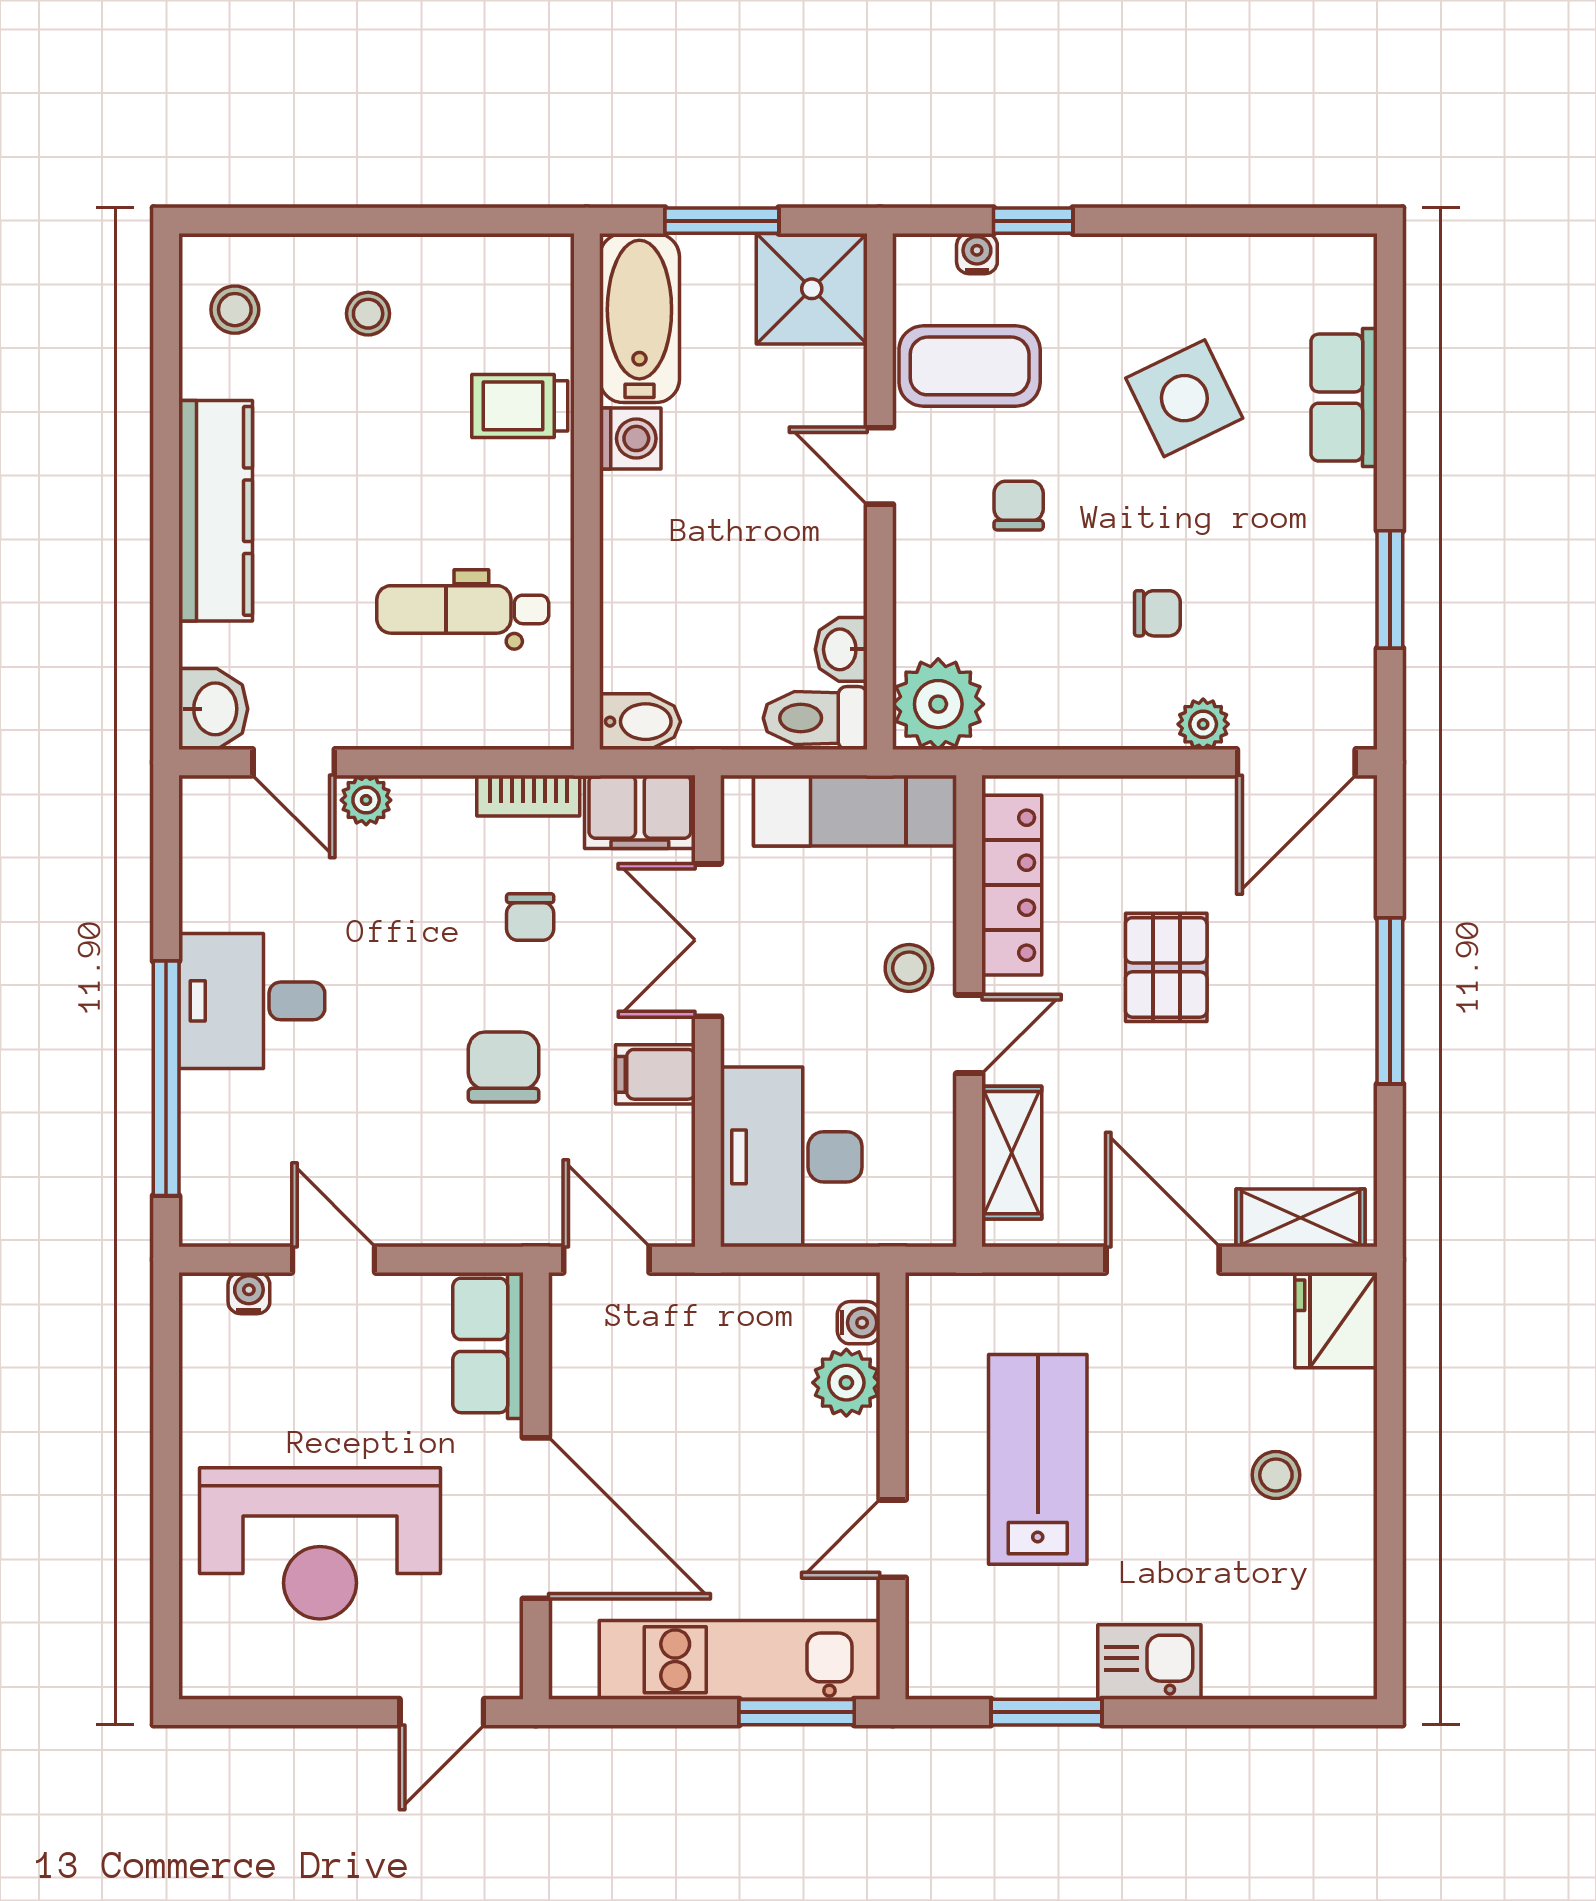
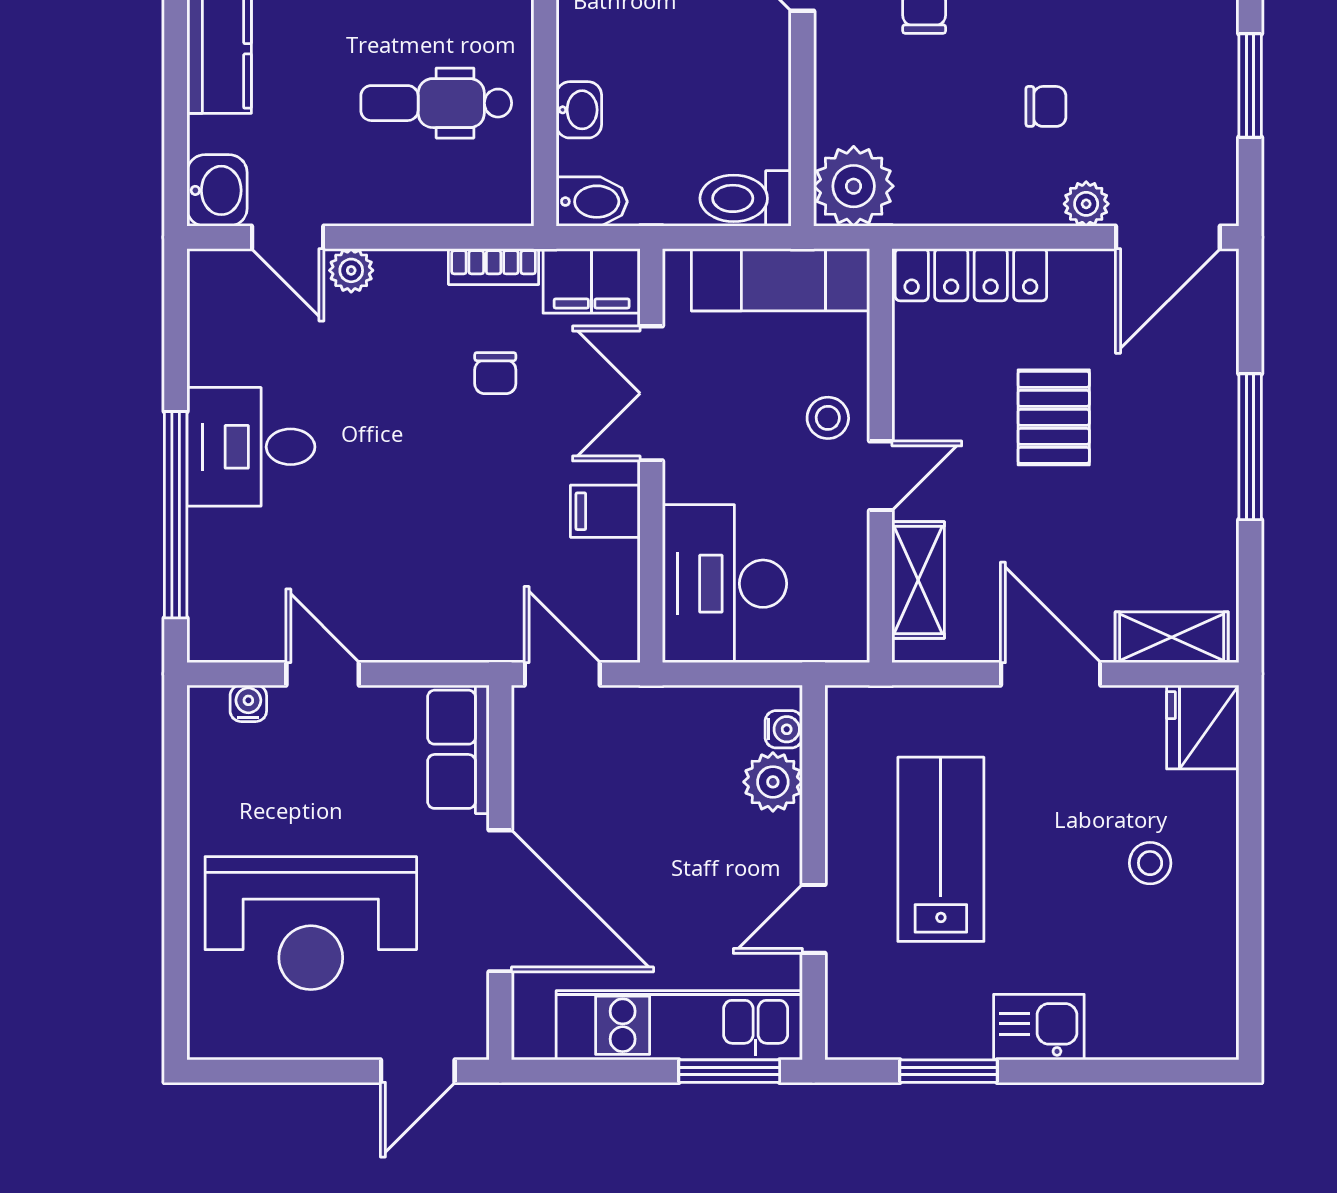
washbasin: (841, 649) -> (579, 110), moved, turned 180
locker: (1012, 885) -> (971, 275), moved, turned 90
chair: (504, 1067) -> (472, 505), removed

